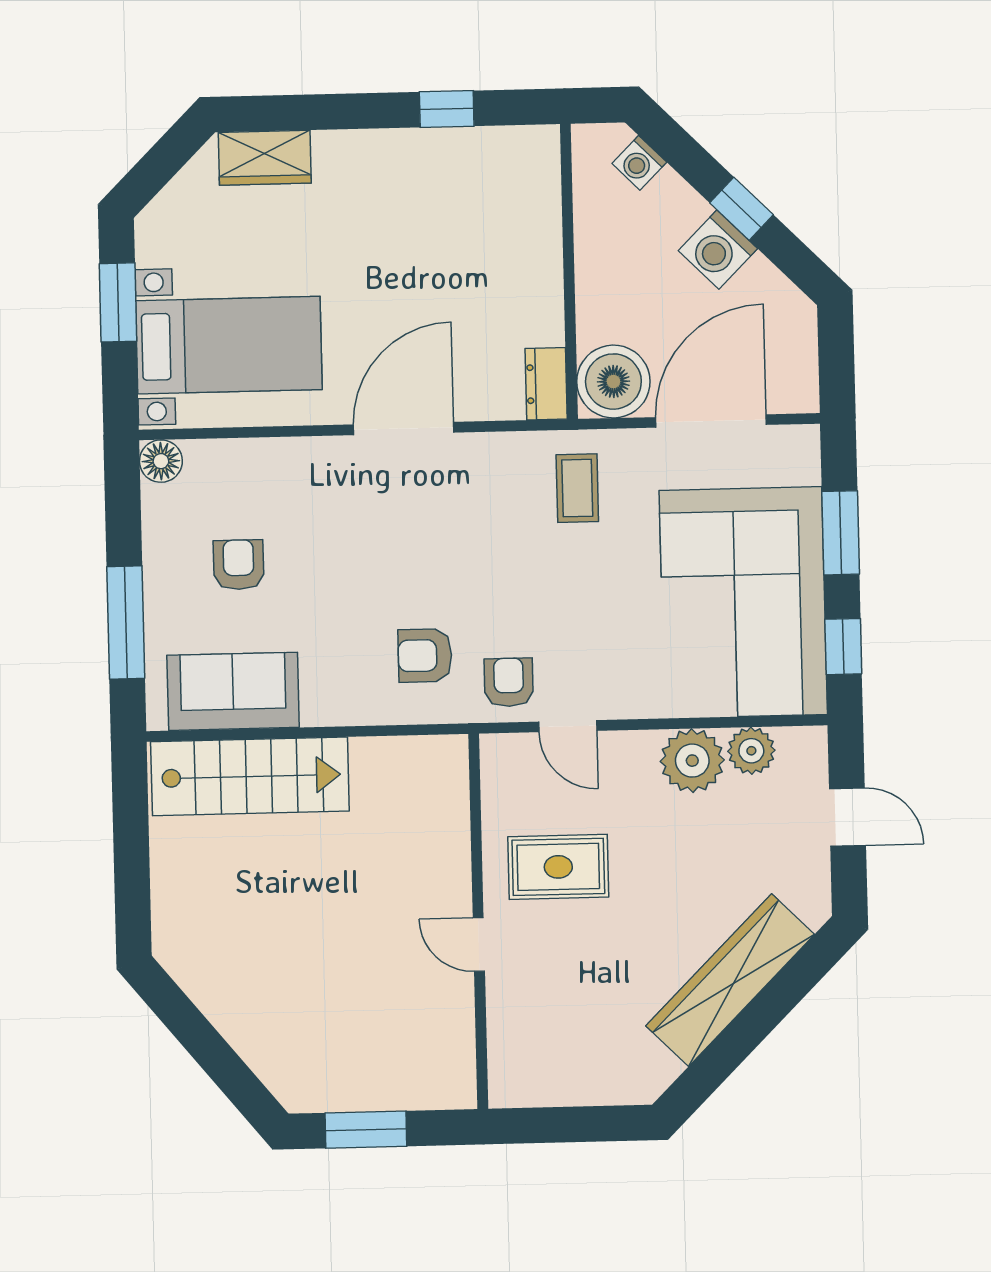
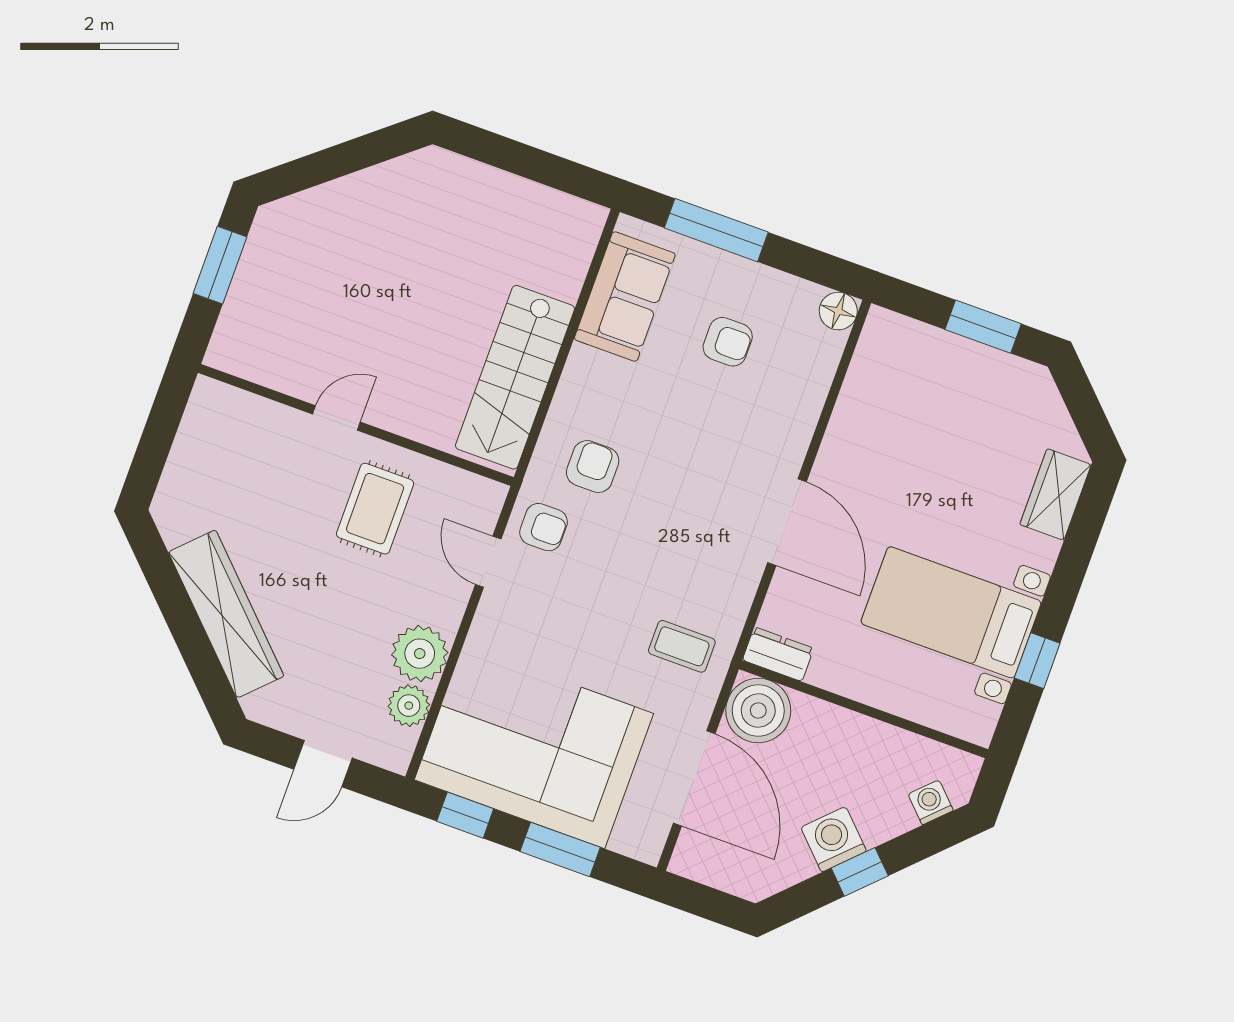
bed with nightstands: (229, 345) -> (951, 612), moved, turned 90
door: (568, 726) -> (488, 562), hinge flipped
stairs: (250, 776) -> (515, 377), moved

